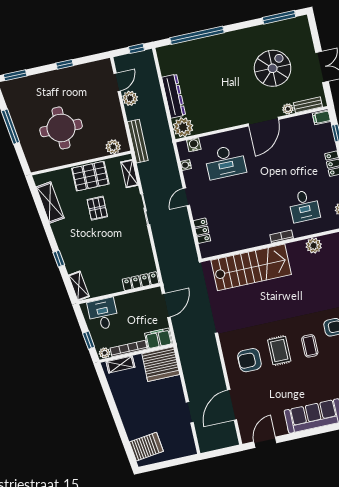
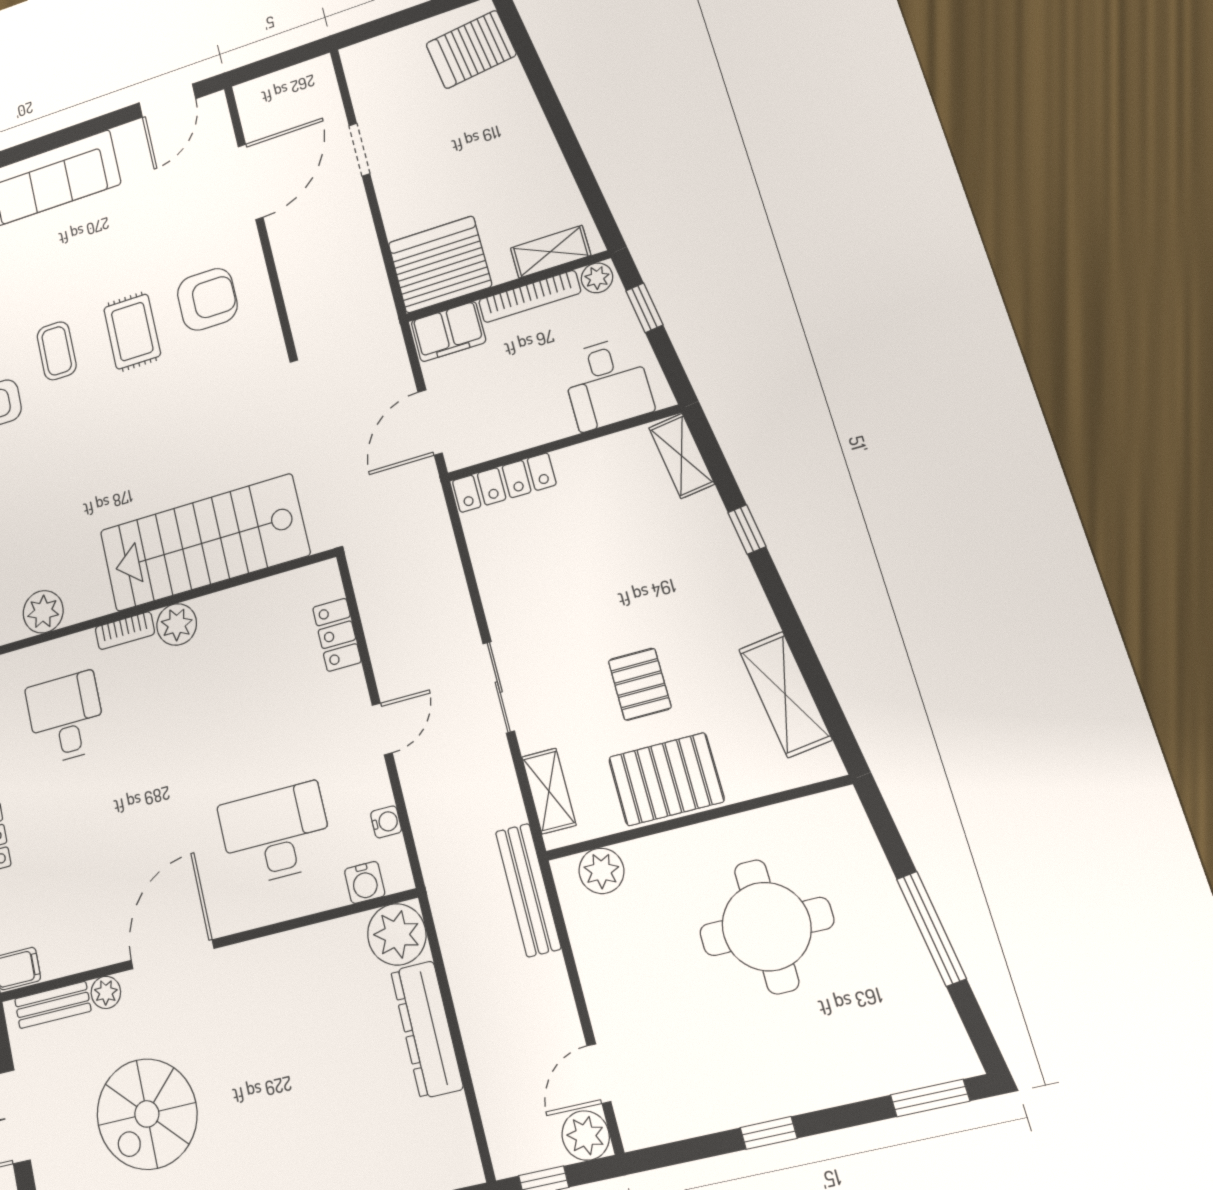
plant: (130, 98) -> (586, 1136), moved
plant: (262, 238) -> (177, 624), added

